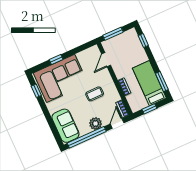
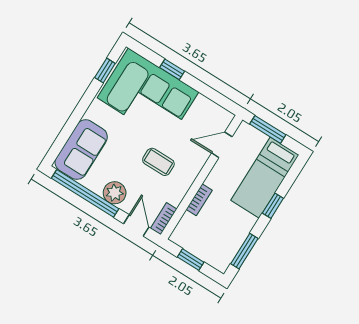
window: (143, 41) -> (273, 206), moved
bed: (149, 83) -> (265, 178), moved, turned 180
door: (117, 123) -> (136, 225), hinge flipped

